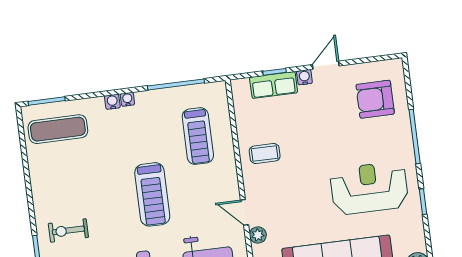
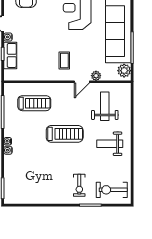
exercise mat: (58, 129) -> (20, 184), removed
coffee table: (265, 154) -> (64, 60), moved

